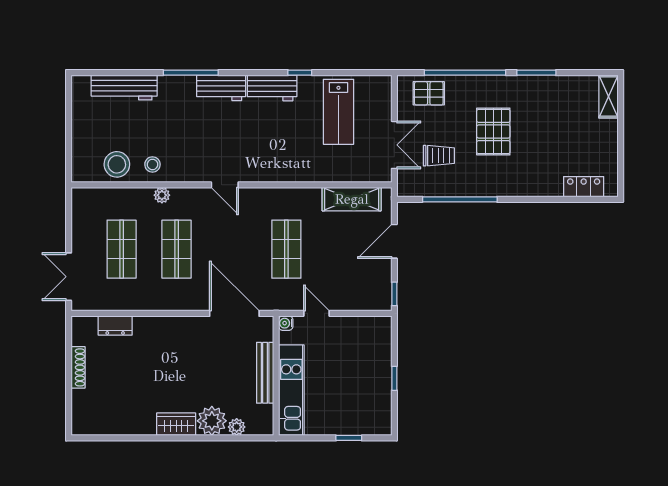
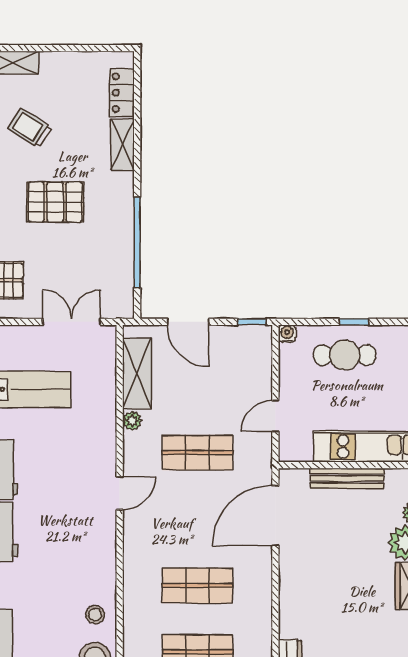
trolley: (439, 156) -> (30, 128), moved, turned -57
door: (225, 185) -> (120, 493), moved
shelving: (541, 187) -> (123, 145), added
plant: (162, 195) -> (132, 421), moved
water cooler: (286, 323) -> (287, 334), moved, turned 180
cafe table: (367, 371) -> (345, 355), added

